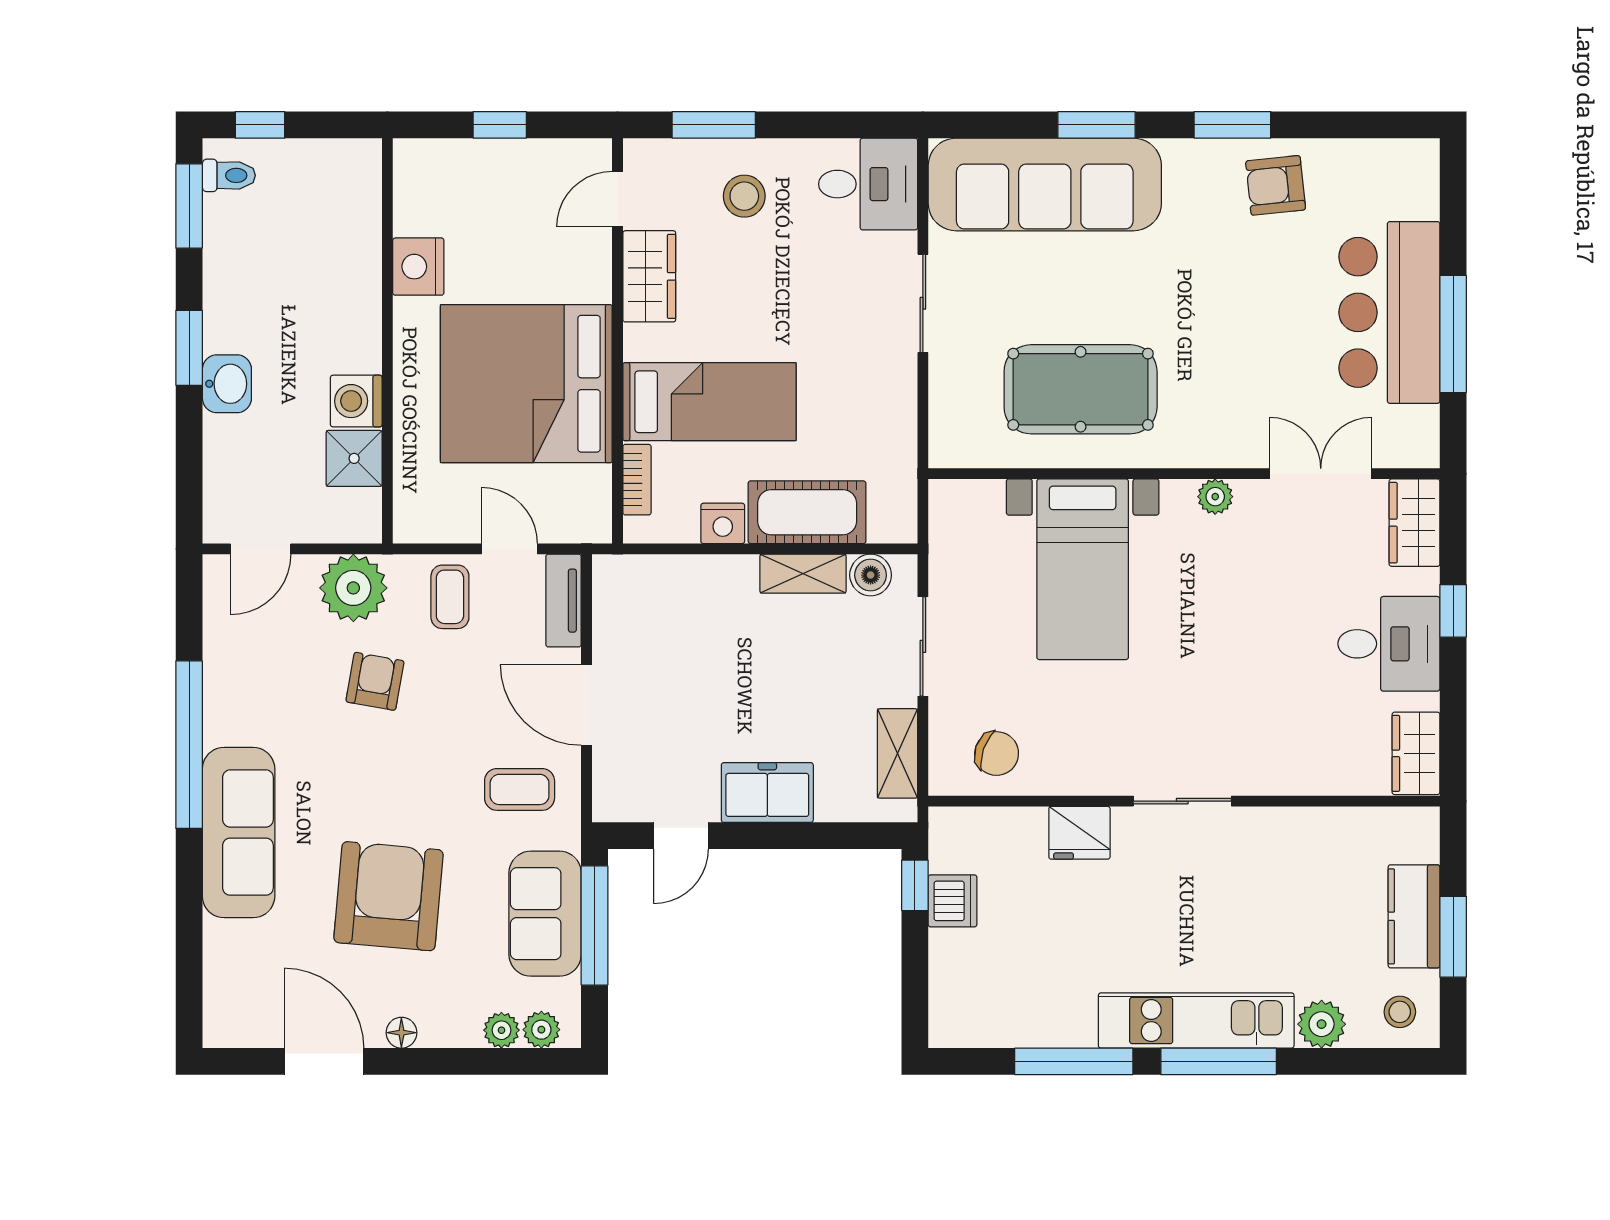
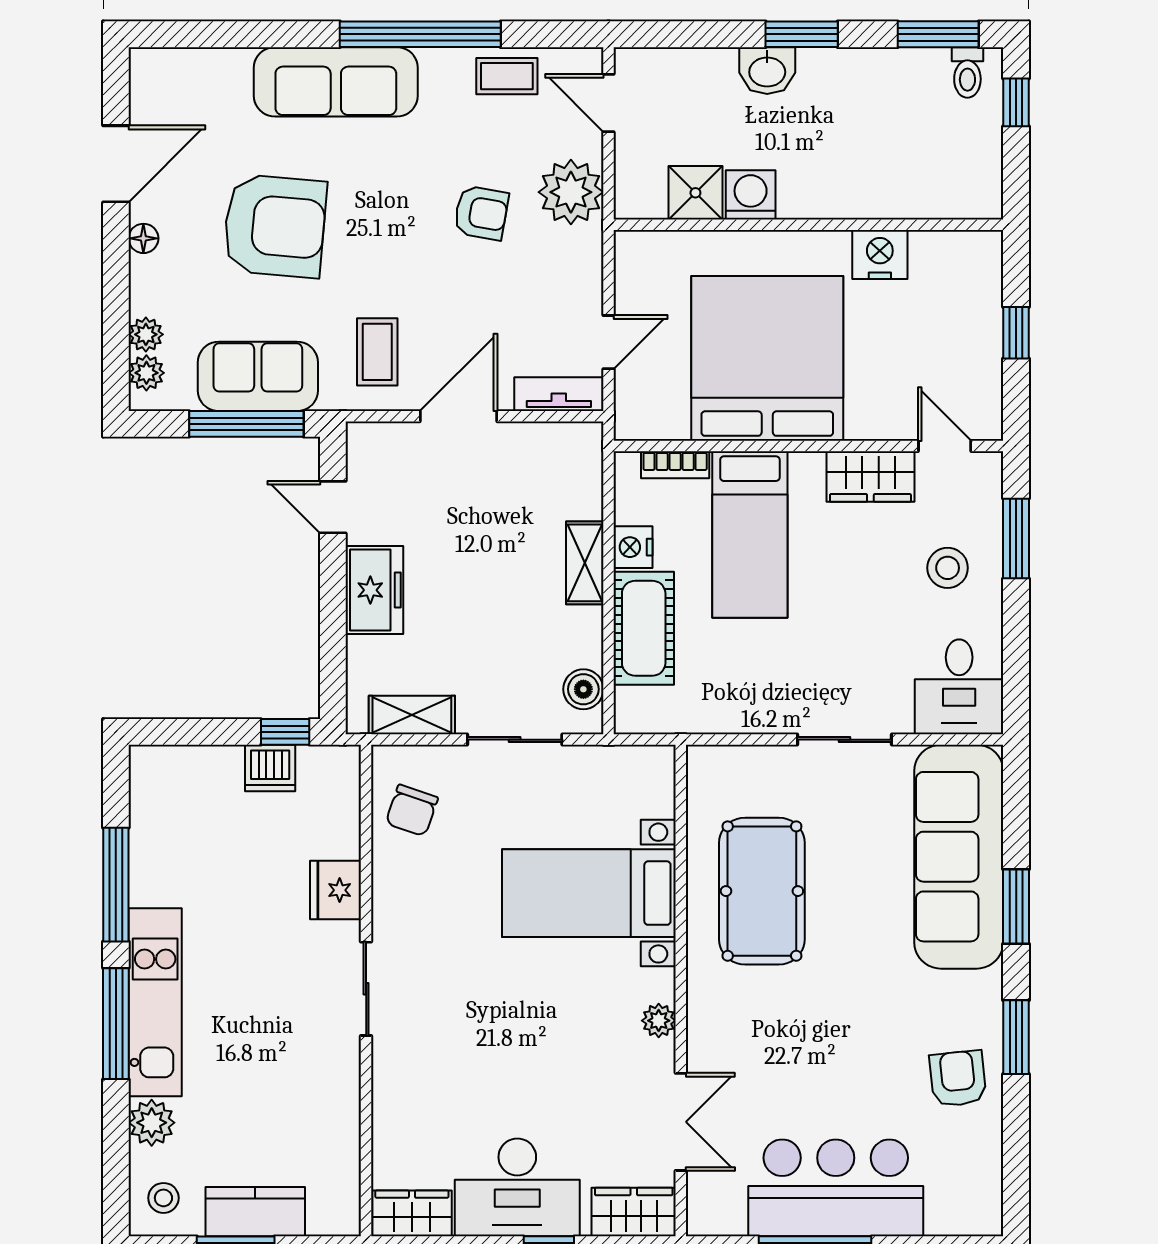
shelving: (803, 574) -> (585, 563), moved
coffee table: (450, 597) -> (507, 76), moved
desk: (1389, 644) -> (517, 1187), width x1.37

